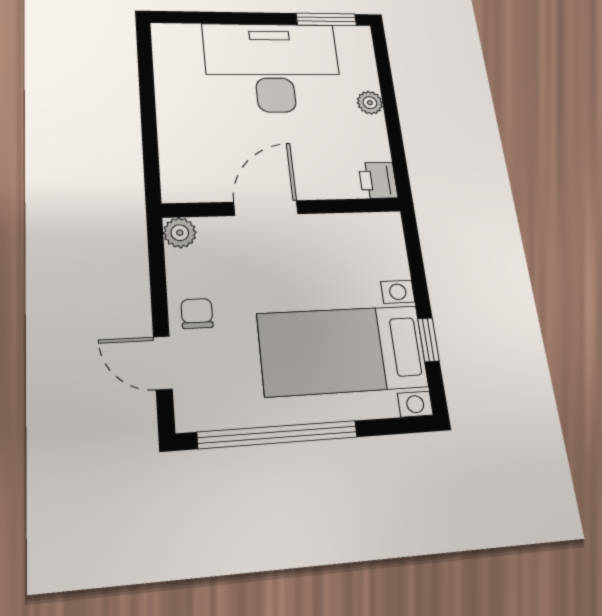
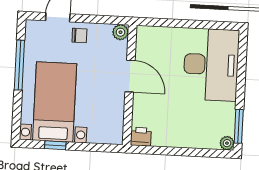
desk: (273, 68) -> (211, 65), moved
plant: (370, 103) -> (227, 143), moved
window: (278, 435) -> (19, 65), width x0.68

